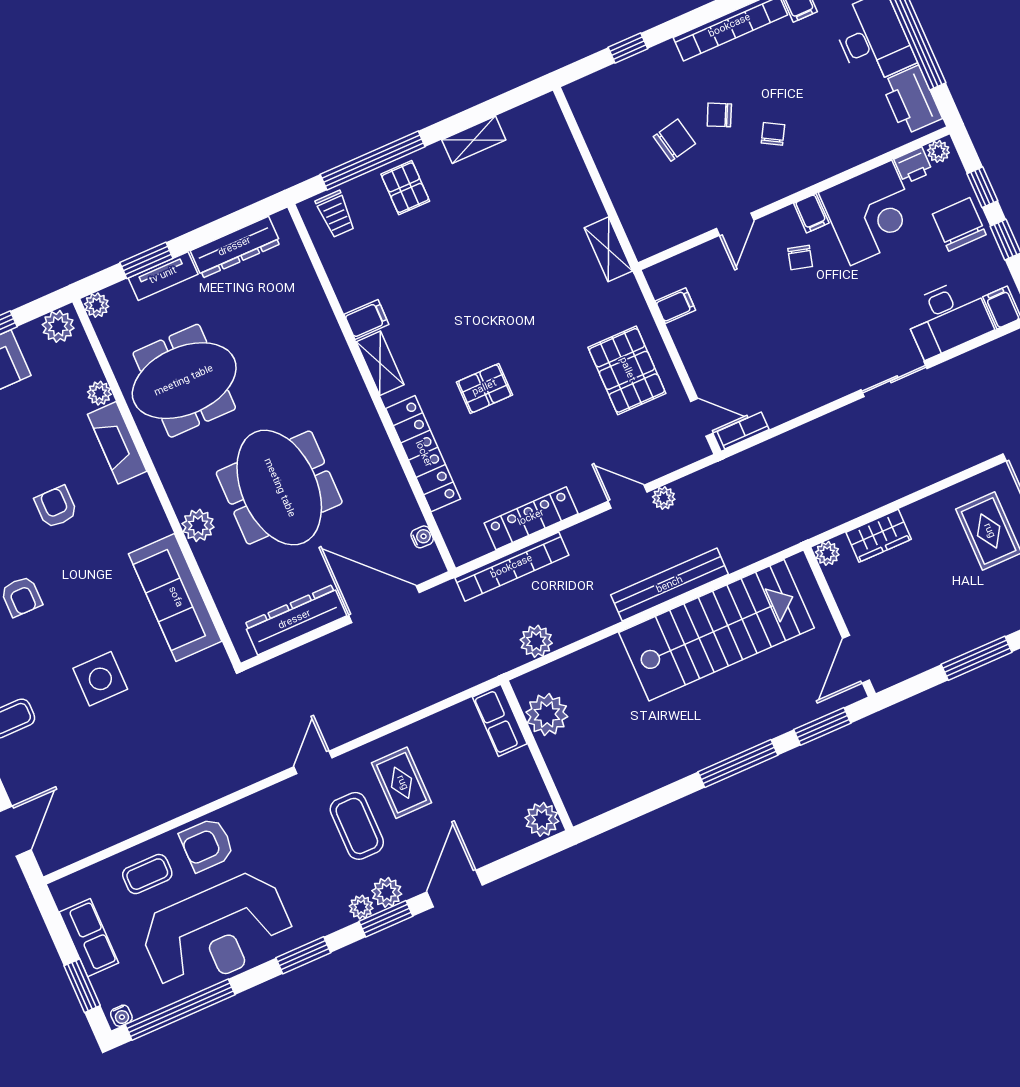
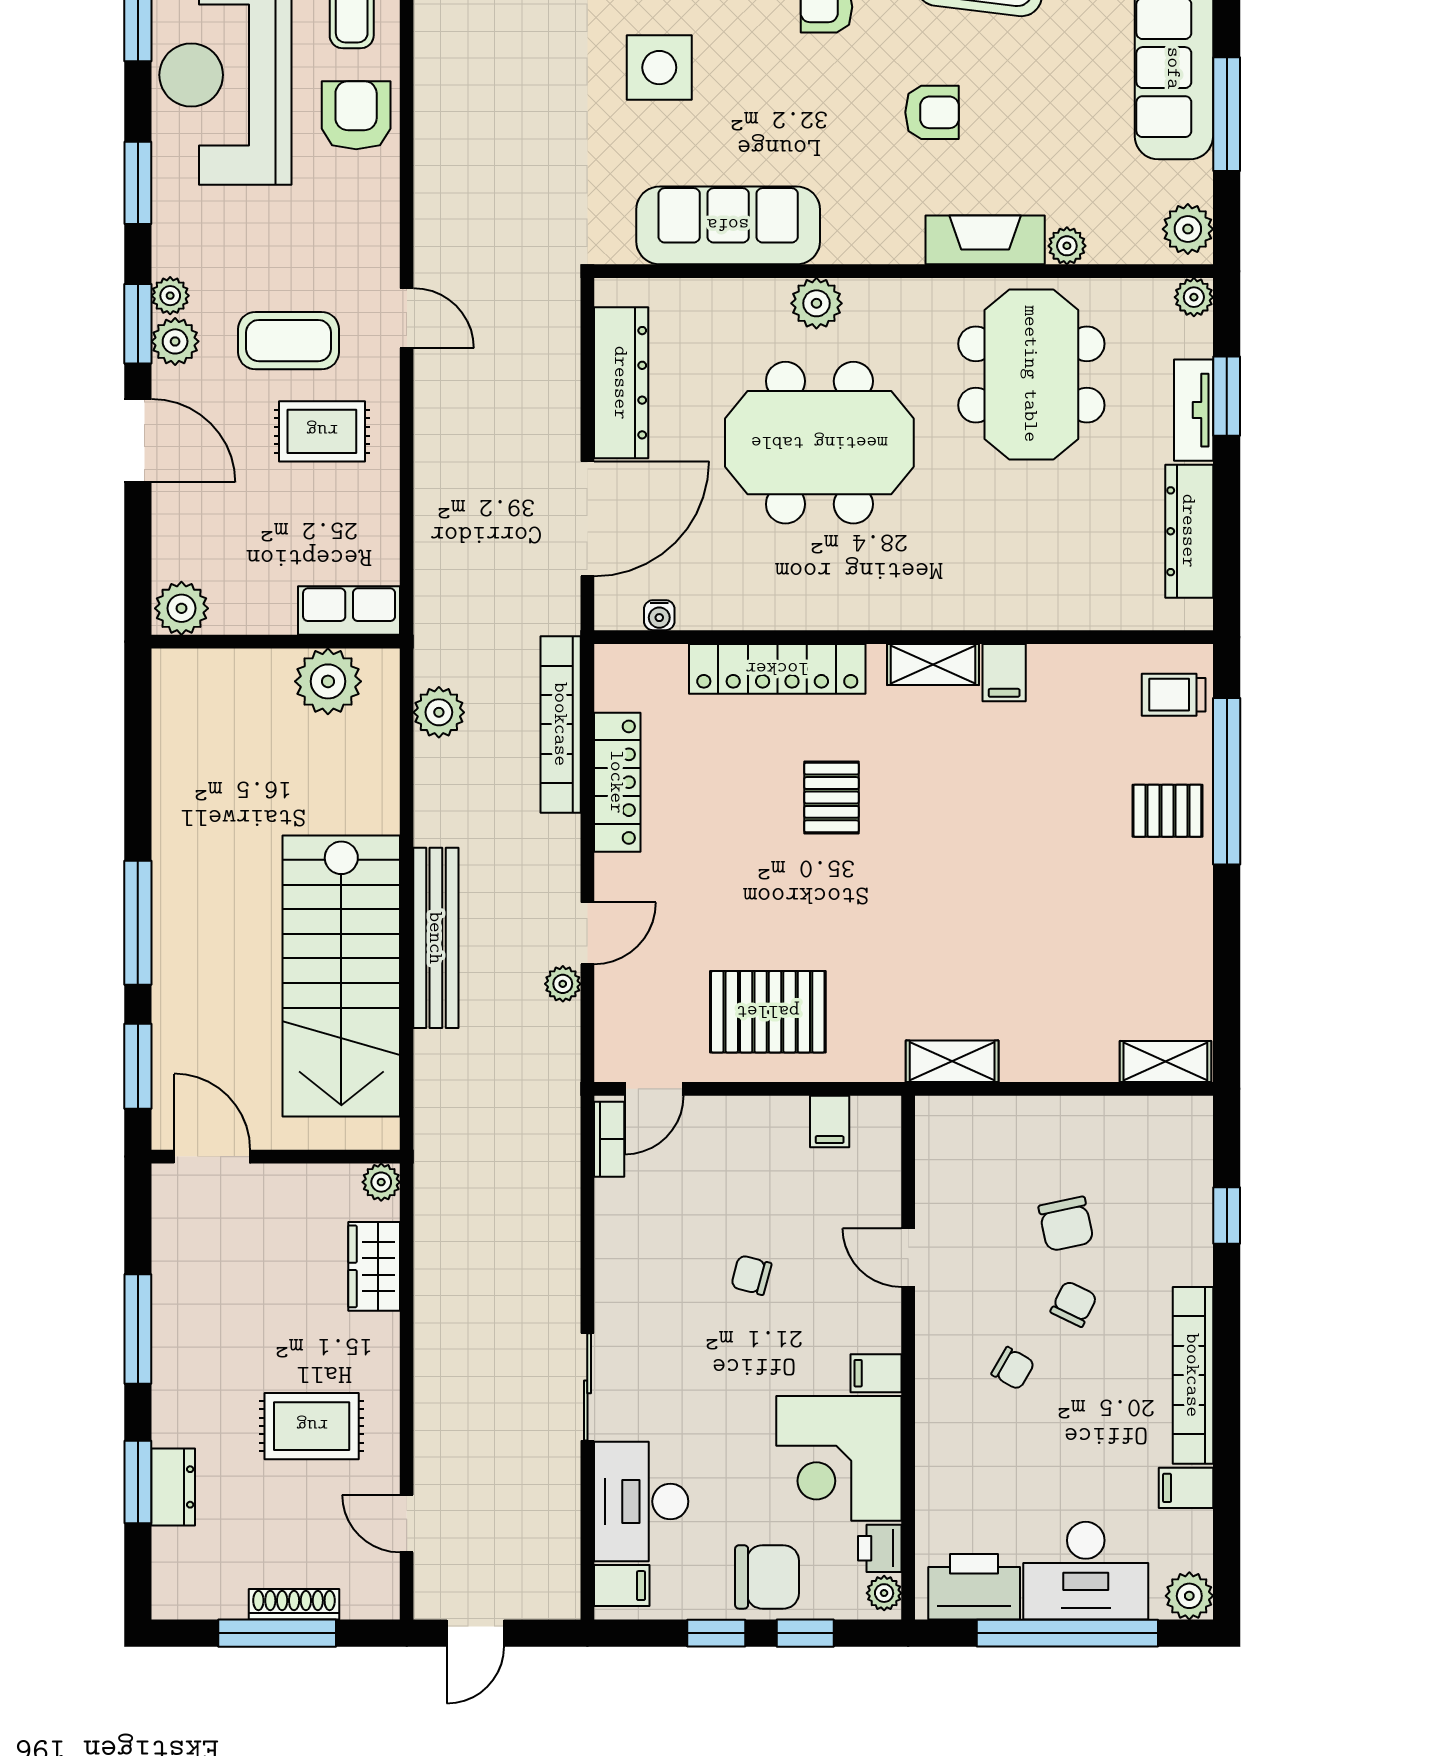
shelving: (474, 140) -> (1165, 1062), moved, turned 90
chair: (800, 257) -> (751, 1275), moved

